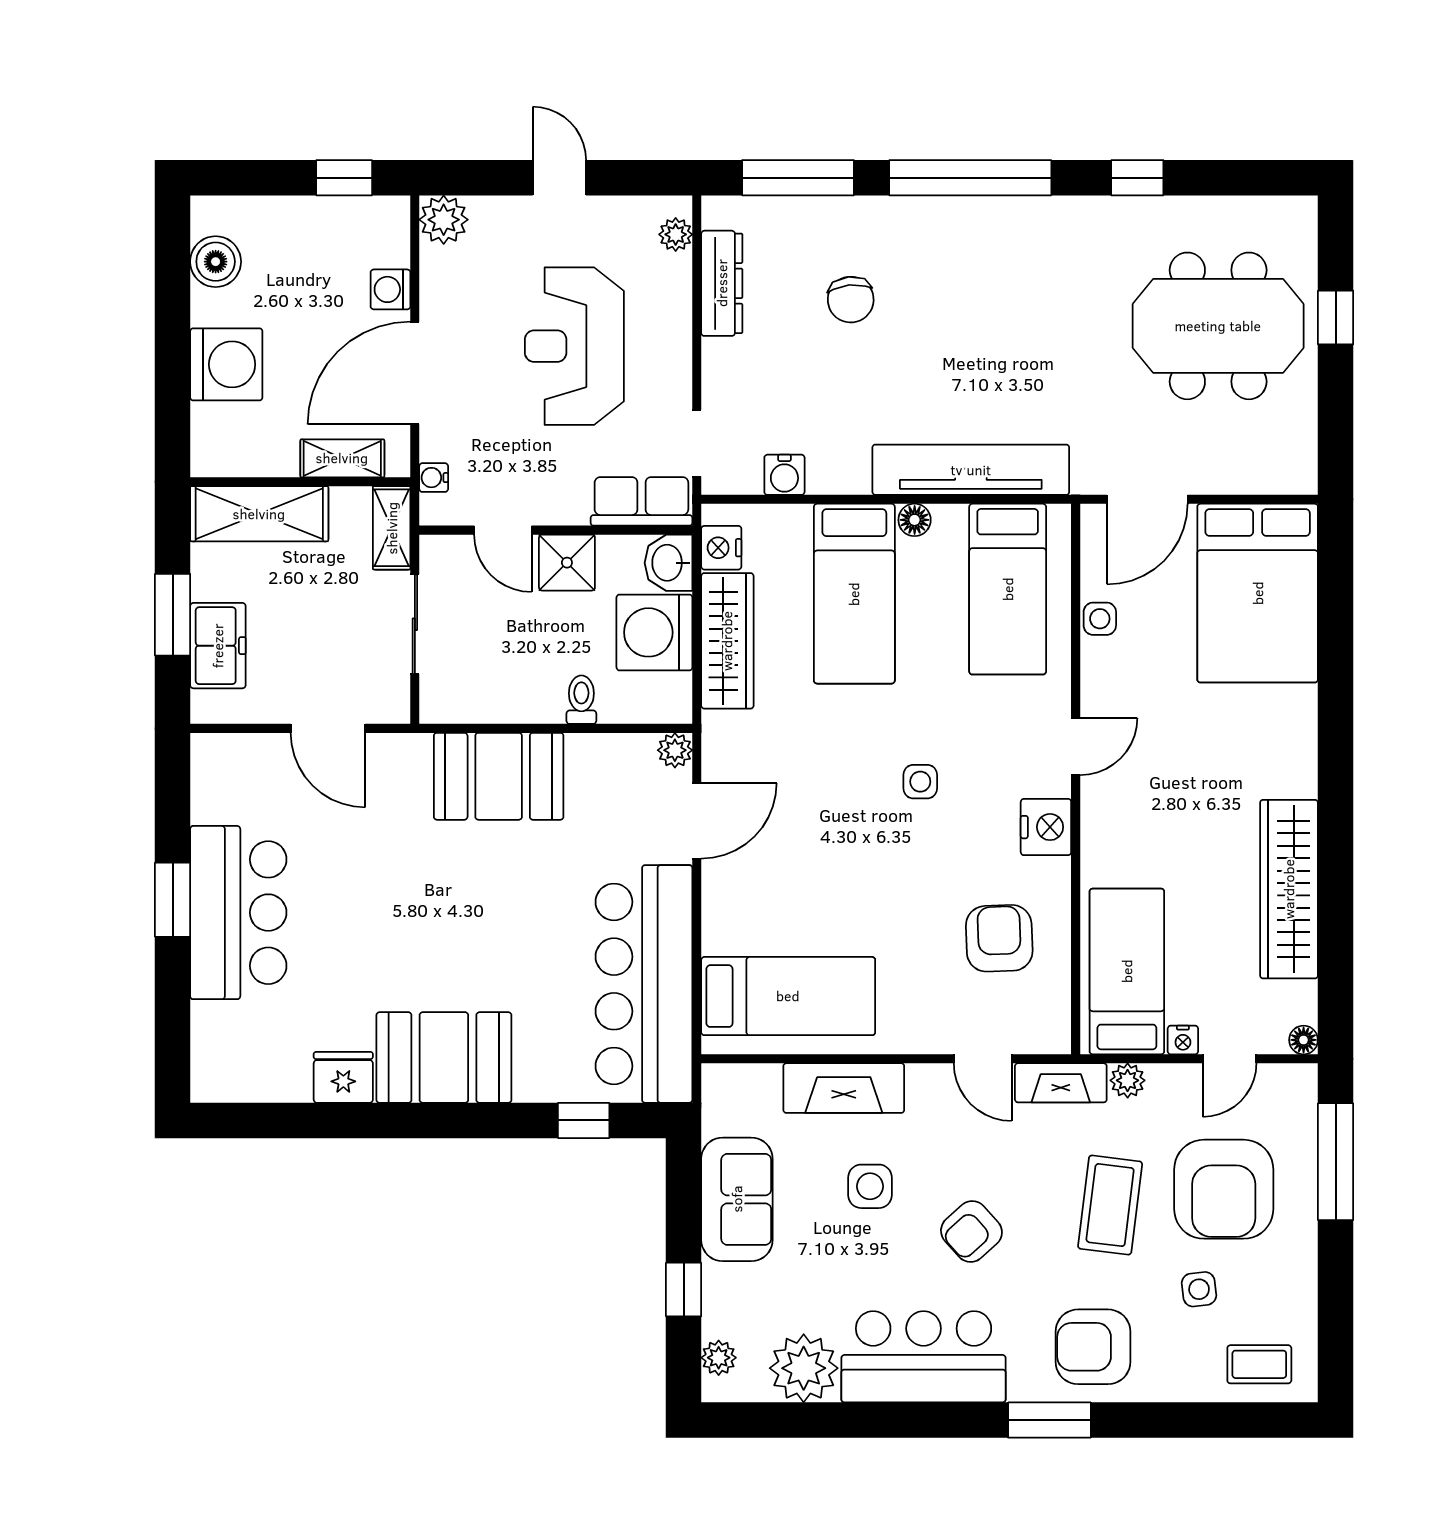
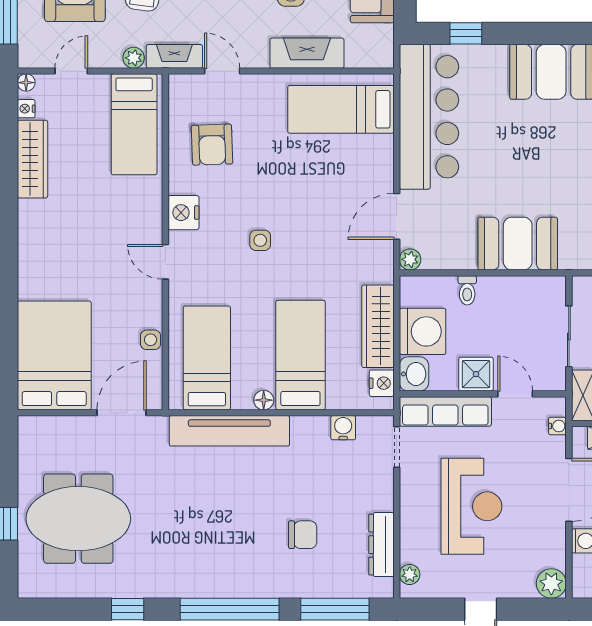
chair: (851, 300) -> (303, 535), turned 96
row of seats: (641, 501) -> (445, 411), width x1.48
door: (1076, 747) -> (165, 262), hinge flipped
wardrobe: (1289, 889) -> (32, 159), width x0.71, depth x0.85
nightstand: (1183, 1040) -> (26, 109), moved, turned -90

